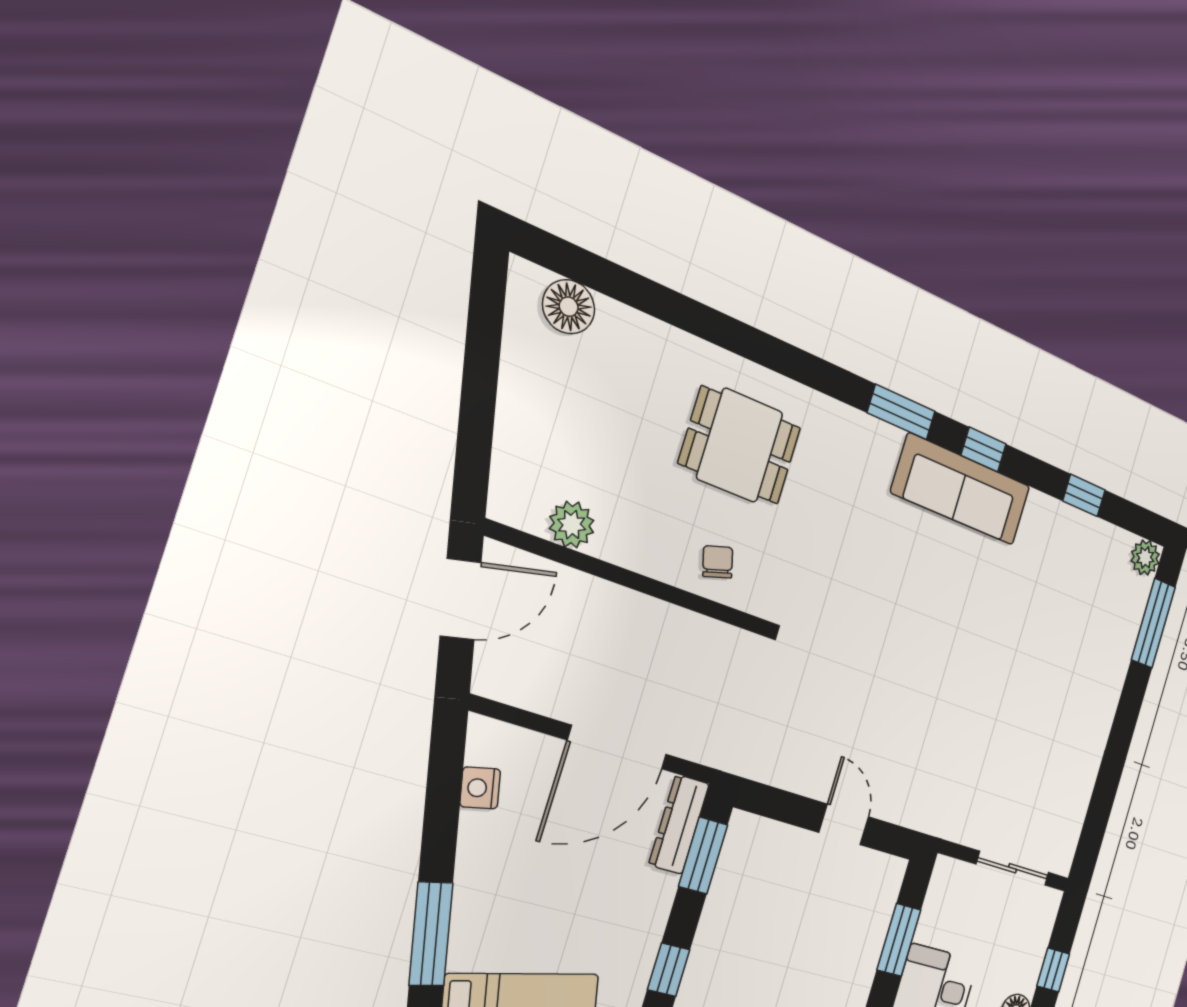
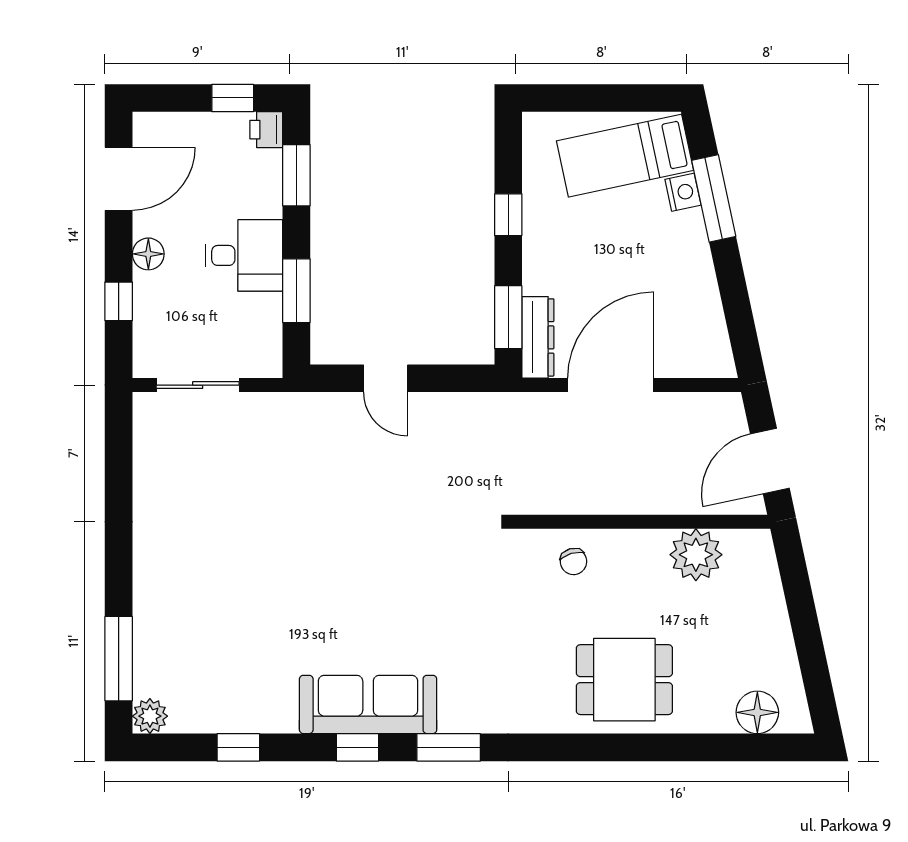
dining table: (740, 445) -> (624, 680), moved
plant: (572, 525) -> (696, 555), width x1.36, depth x1.36
nightstand: (480, 788) -> (683, 192), moved

